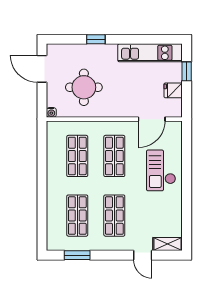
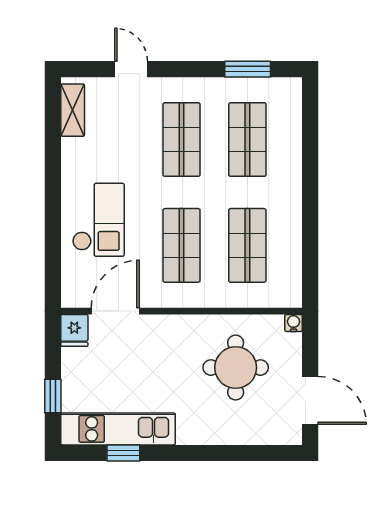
window: (96, 39) -> (123, 453), moved
fridge: (173, 90) -> (74, 330), moved, turned 90
shelving: (168, 244) -> (73, 110), moved, turned 90

